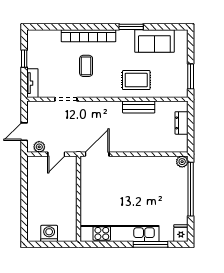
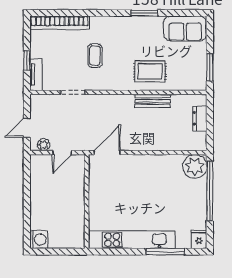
bookcase: (89, 36) -> (60, 23), moved
sofa: (154, 41) -> (185, 28), moved
window: (24, 59) -> (27, 60), moved
plant: (182, 162) -> (195, 166), width x1.87, depth x1.87
washing machine: (49, 233) -> (39, 240), moved, turned 90

